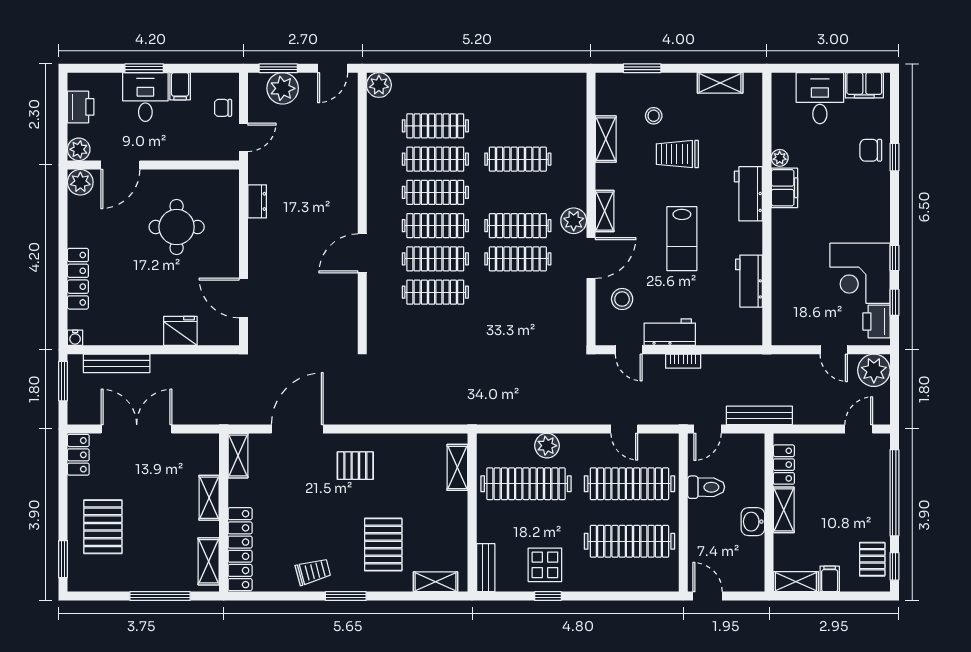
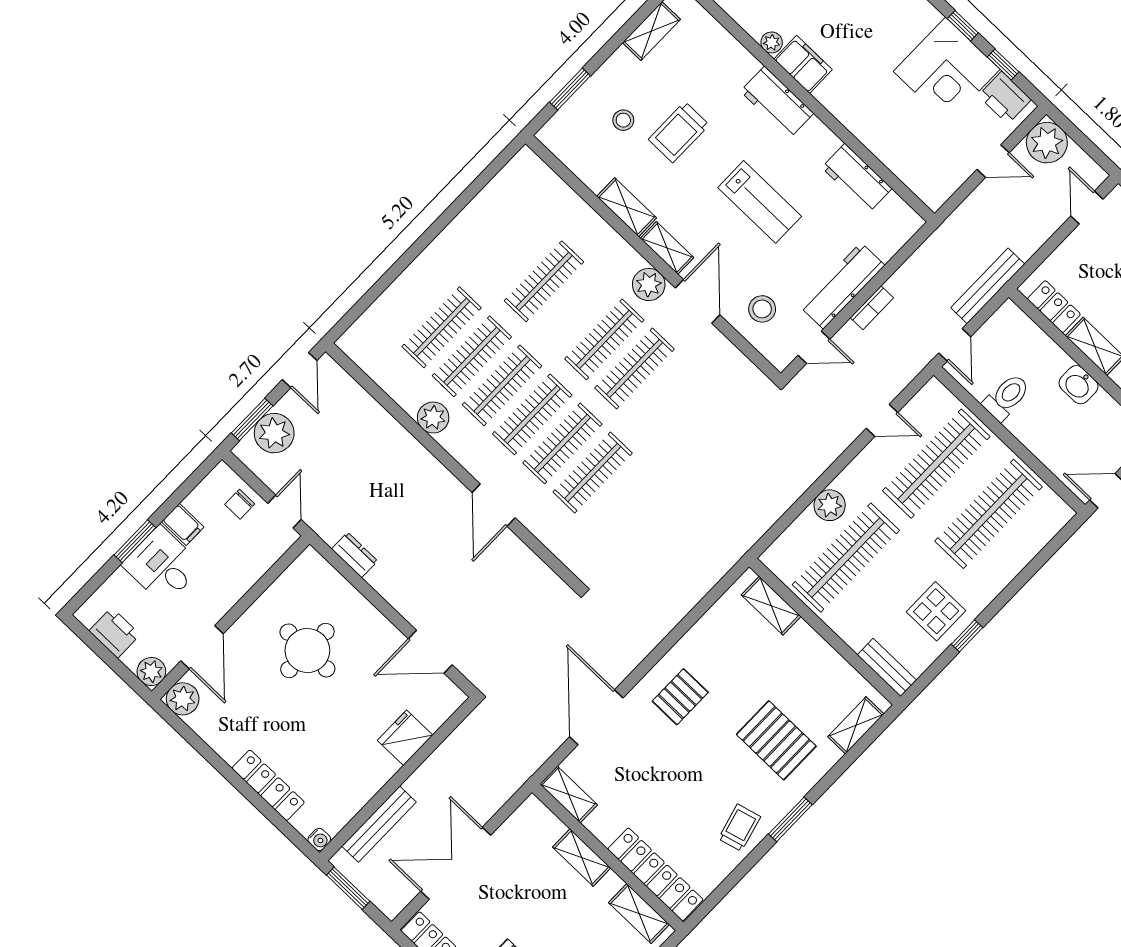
plant: (379, 85) -> (433, 418), moved
shelving: (606, 139) -> (627, 207), moved
workbench: (670, 332) -> (842, 286), width x1.38

